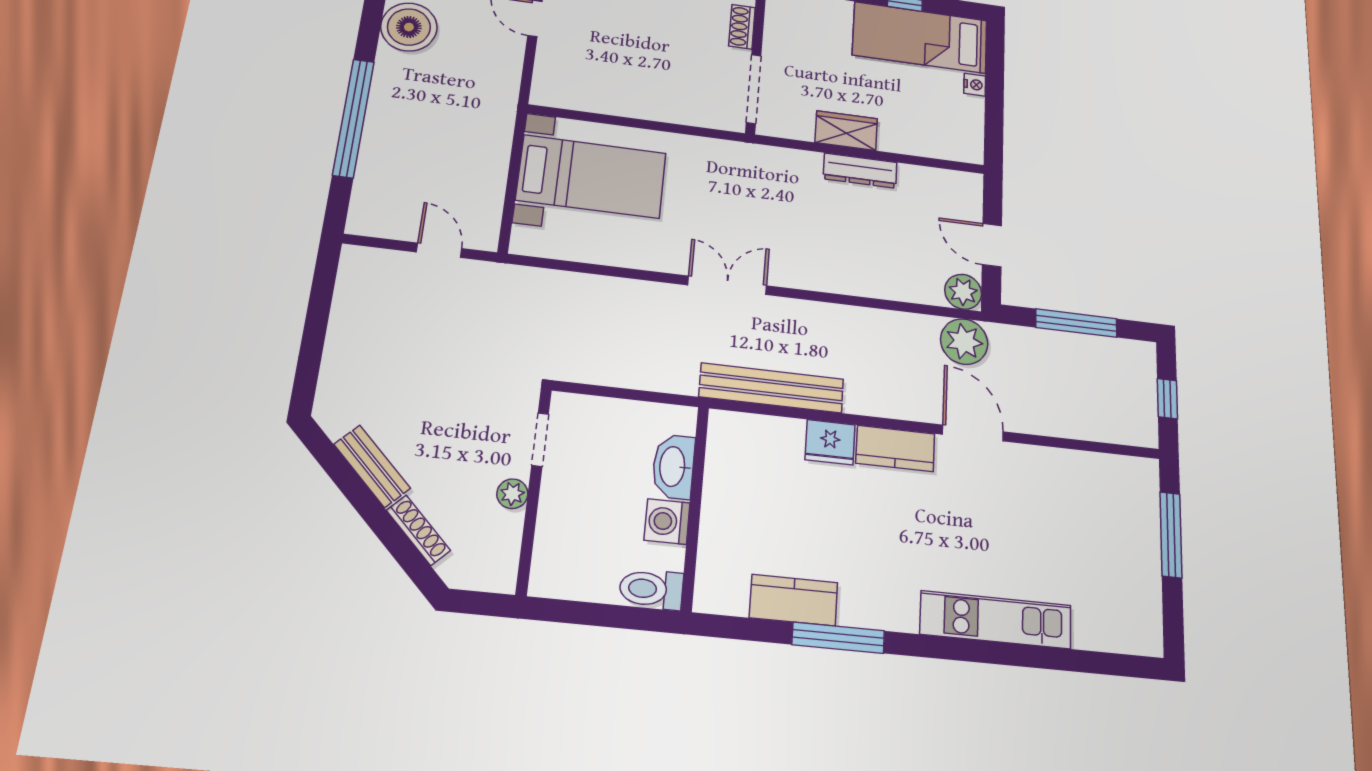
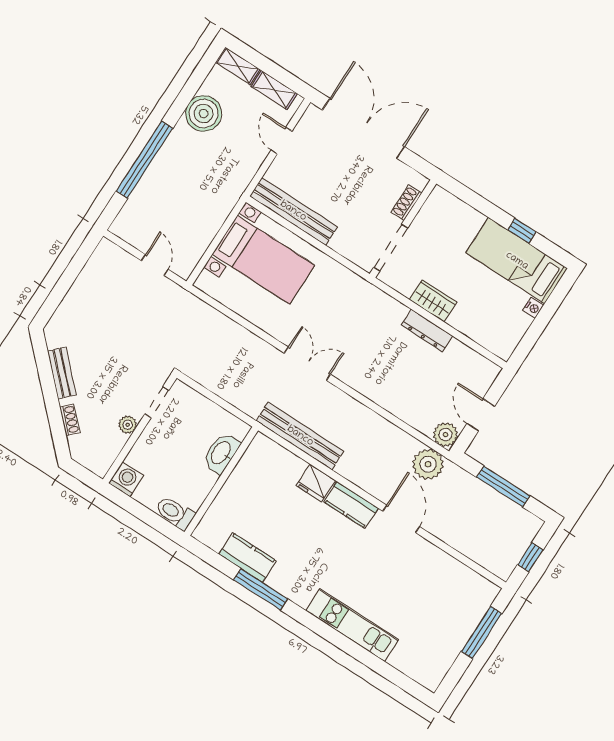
bench: (599, 98) -> (293, 211), added
washing machine: (667, 521) -> (126, 479), moved, turned 90
shoe rack: (418, 530) -> (70, 420), width x0.70

